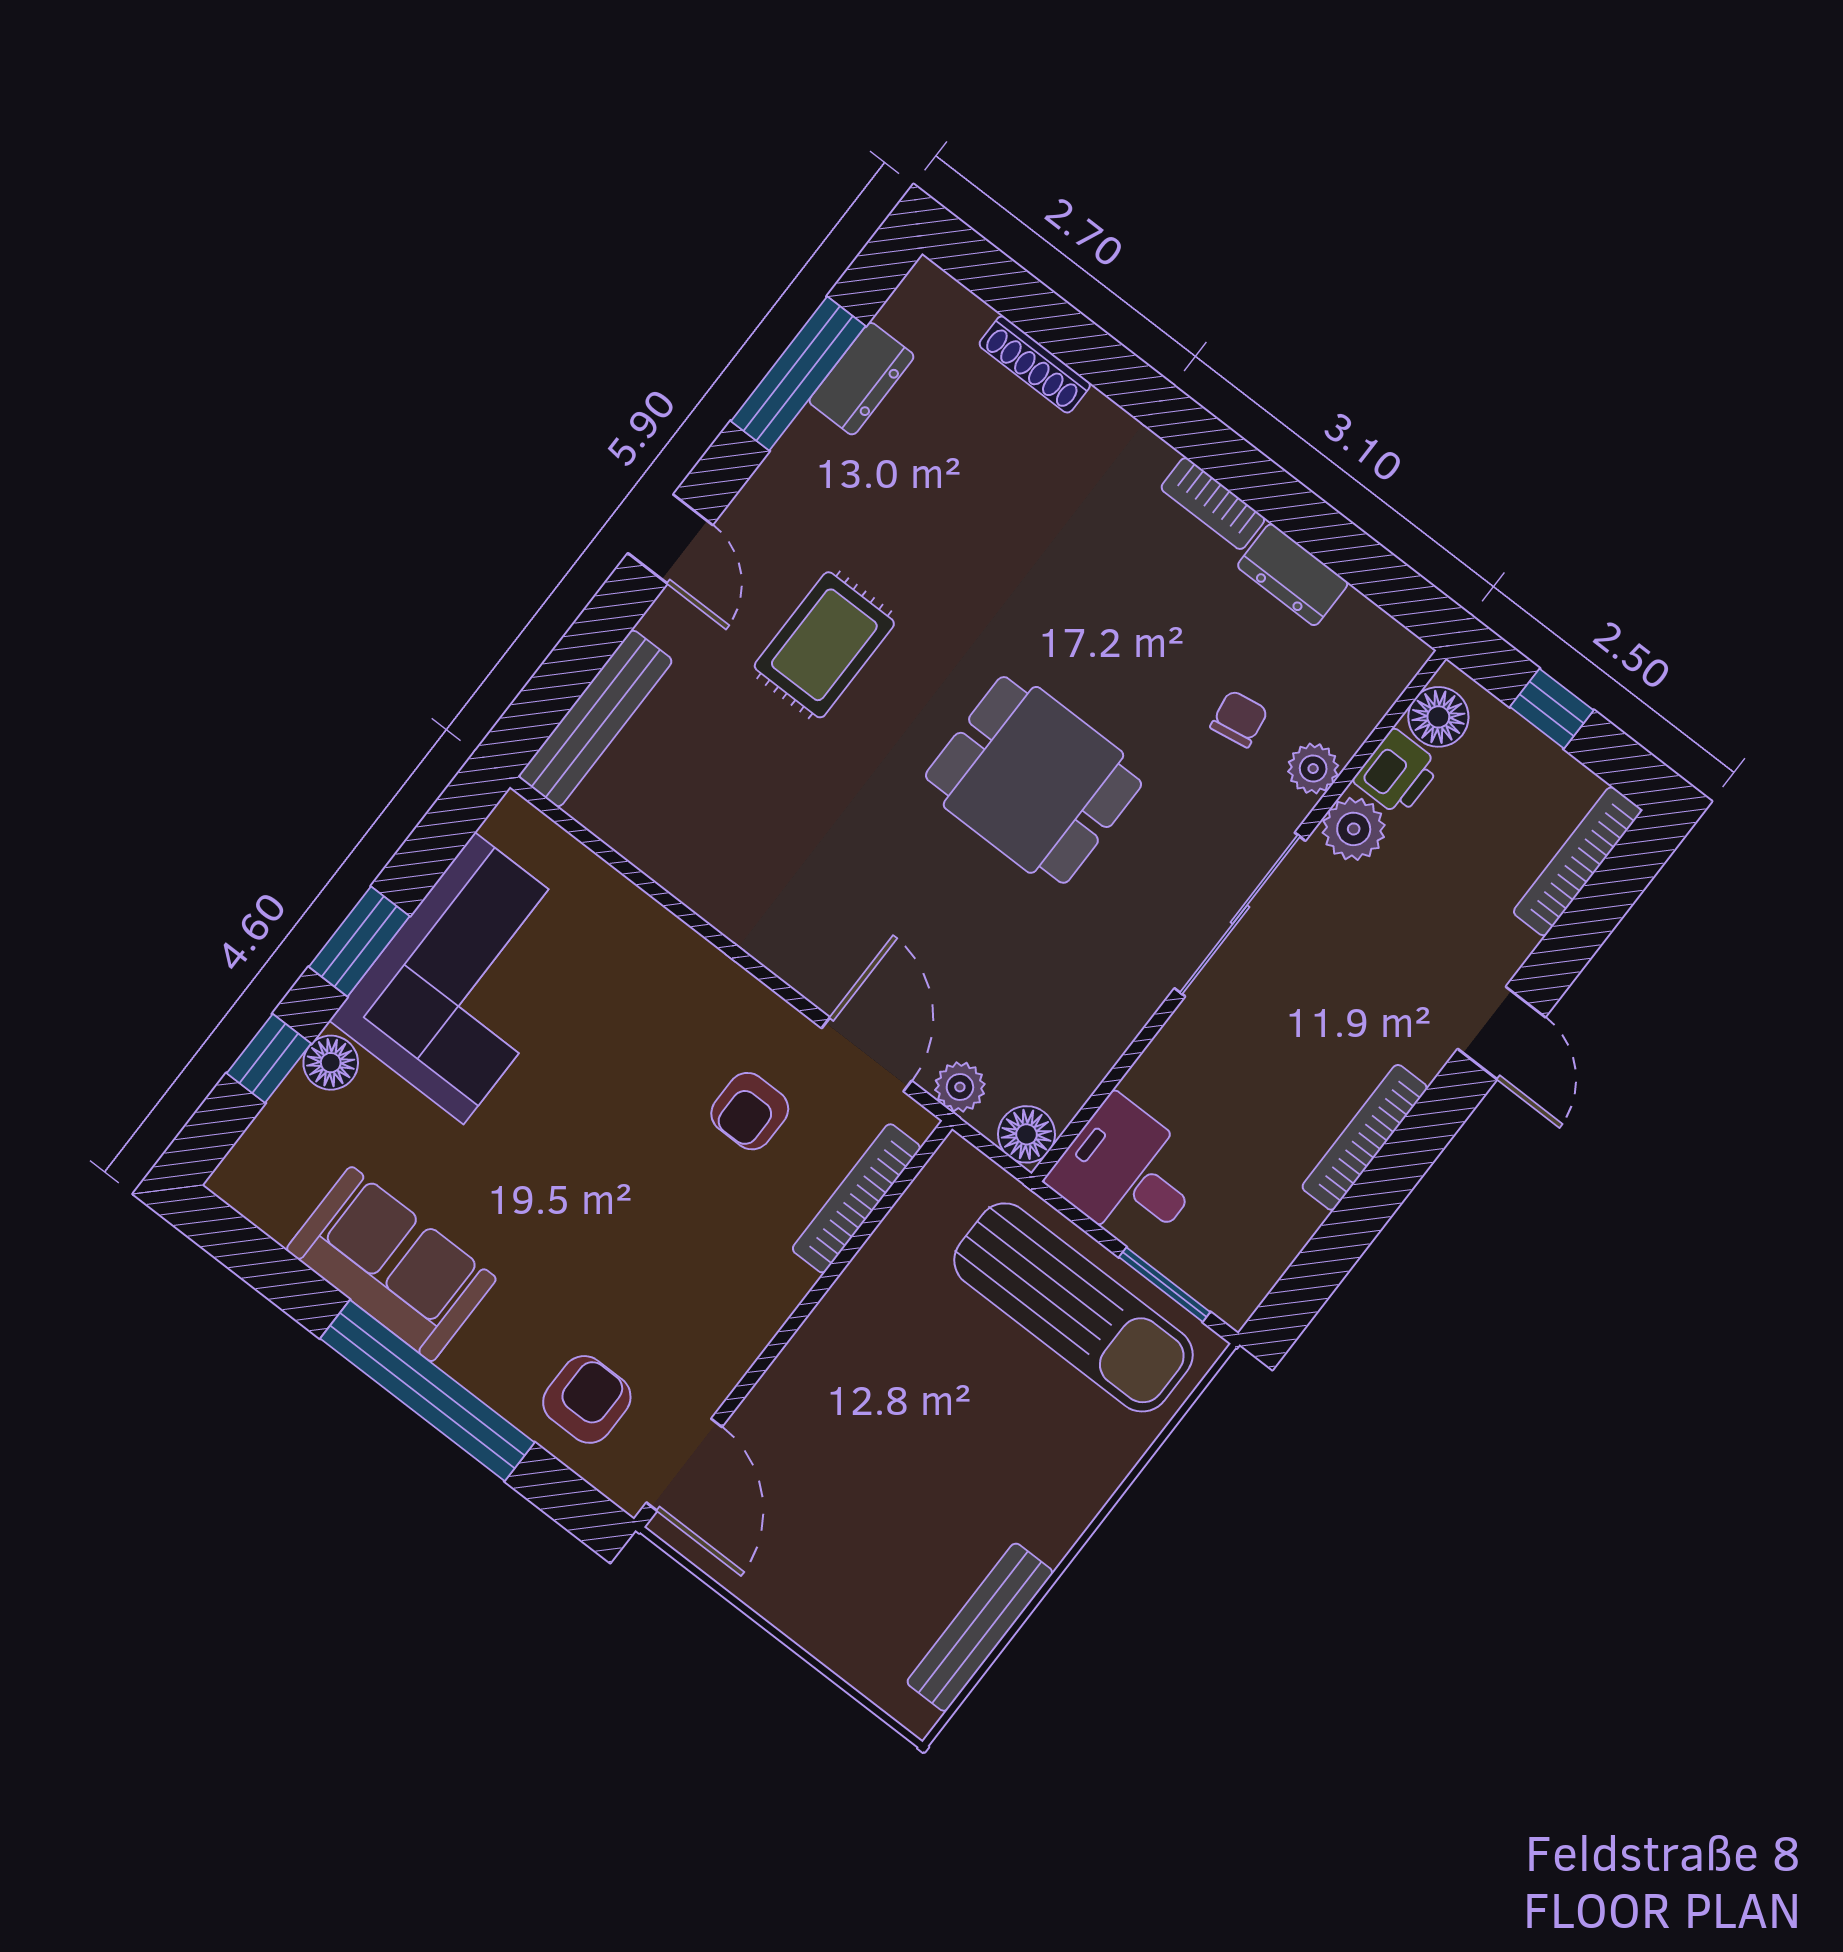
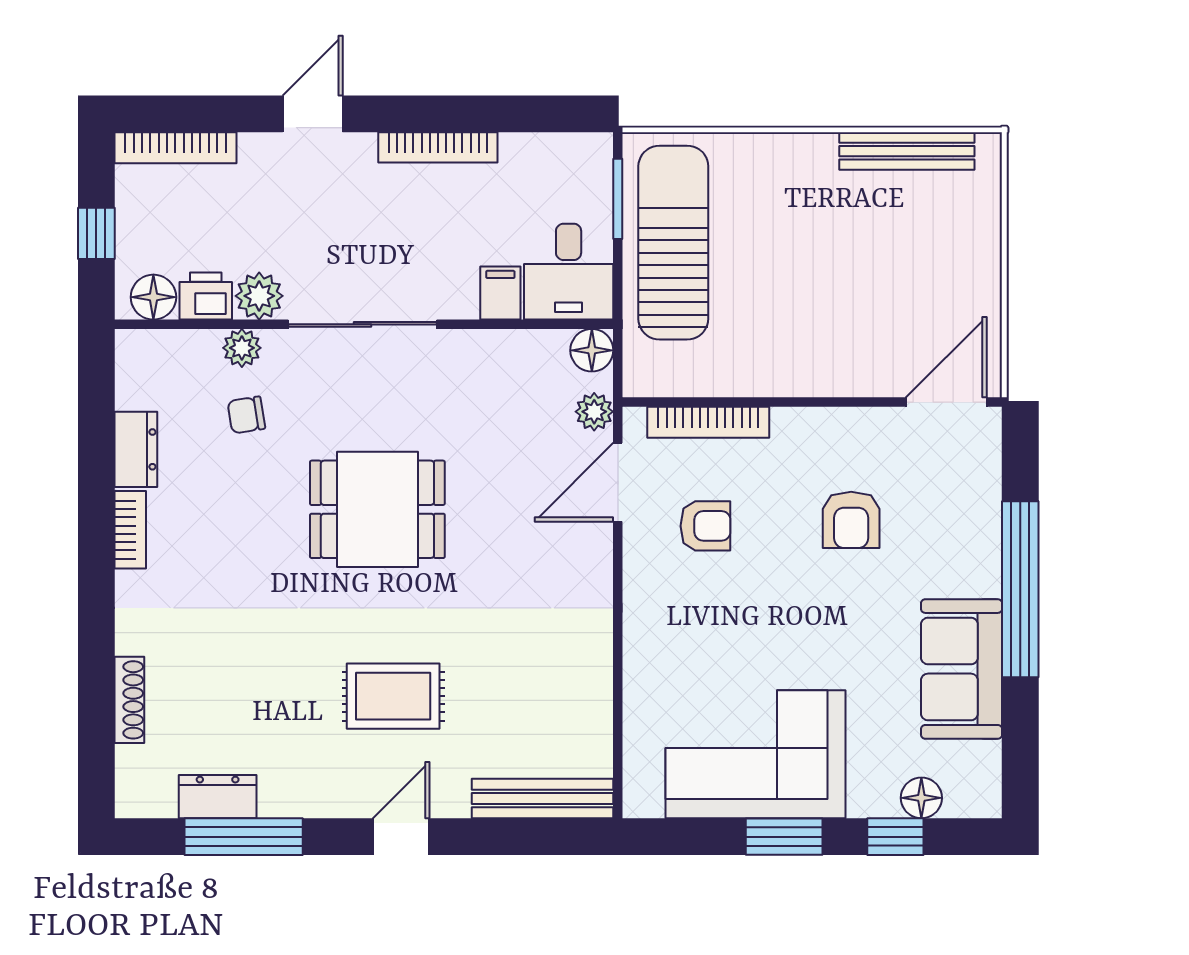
dining table: (1033, 780) -> (377, 509), turned 90
floor lamp: (331, 1063) -> (921, 798), moved
filing cabinet: (1161, 1085) -> (500, 293), added
armchair: (587, 1399) -> (851, 520), moved, turned -90

